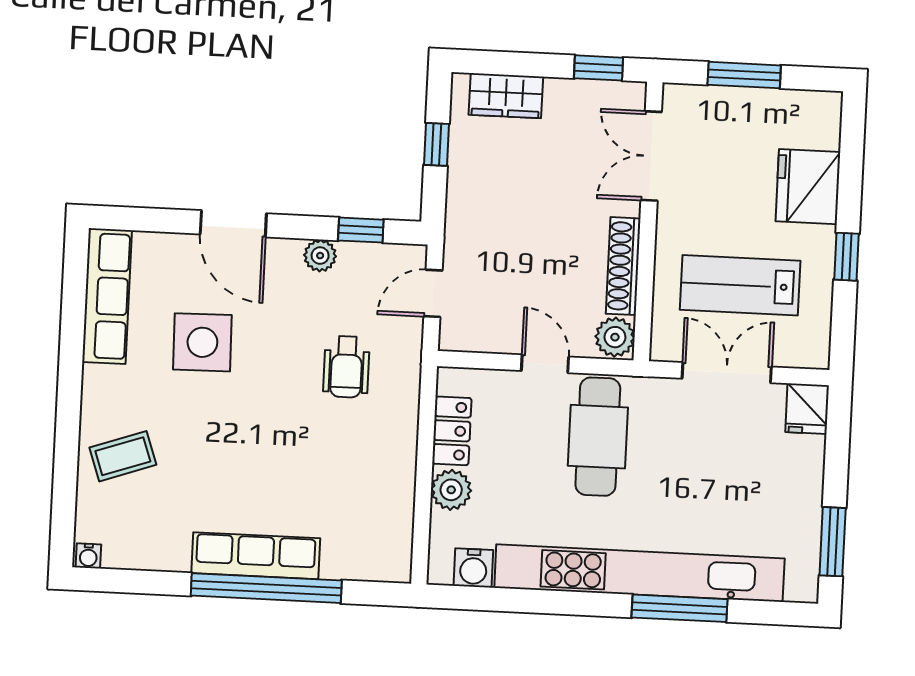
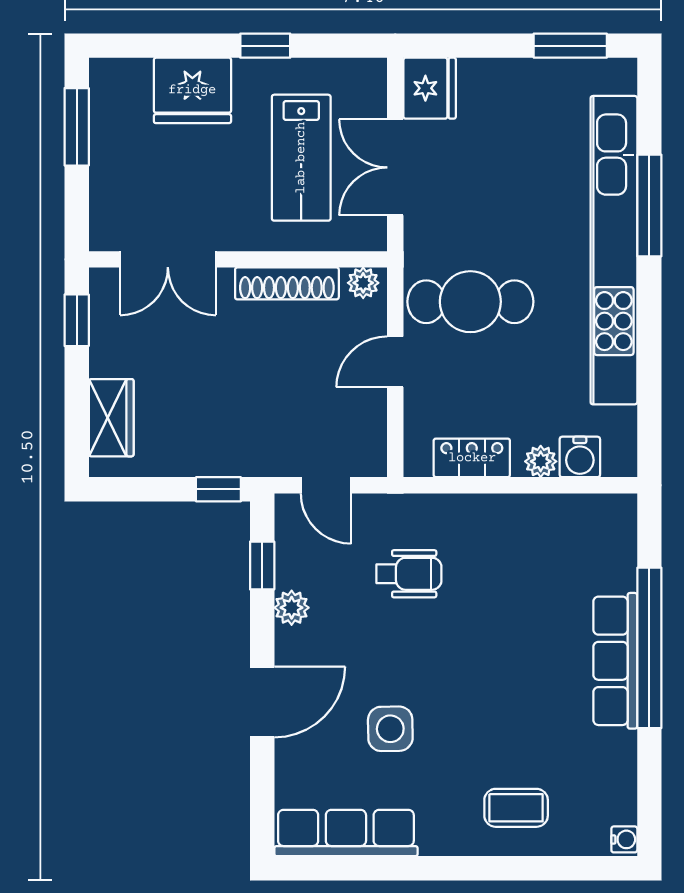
window: (744, 75) -> (77, 127), moved
window: (436, 144) -> (218, 489), moved
plant: (615, 337) -> (363, 283), width x0.73, depth x0.73
side table: (202, 342) -> (390, 729), width x0.73, depth x0.73
fridge: (807, 409) -> (430, 88), width x1.38
coffee table: (123, 456) -> (516, 808), turned -71
plant: (451, 490) -> (541, 461), width x0.73, depth x0.73
water cooler: (473, 568) -> (580, 457), moved, turned 90

